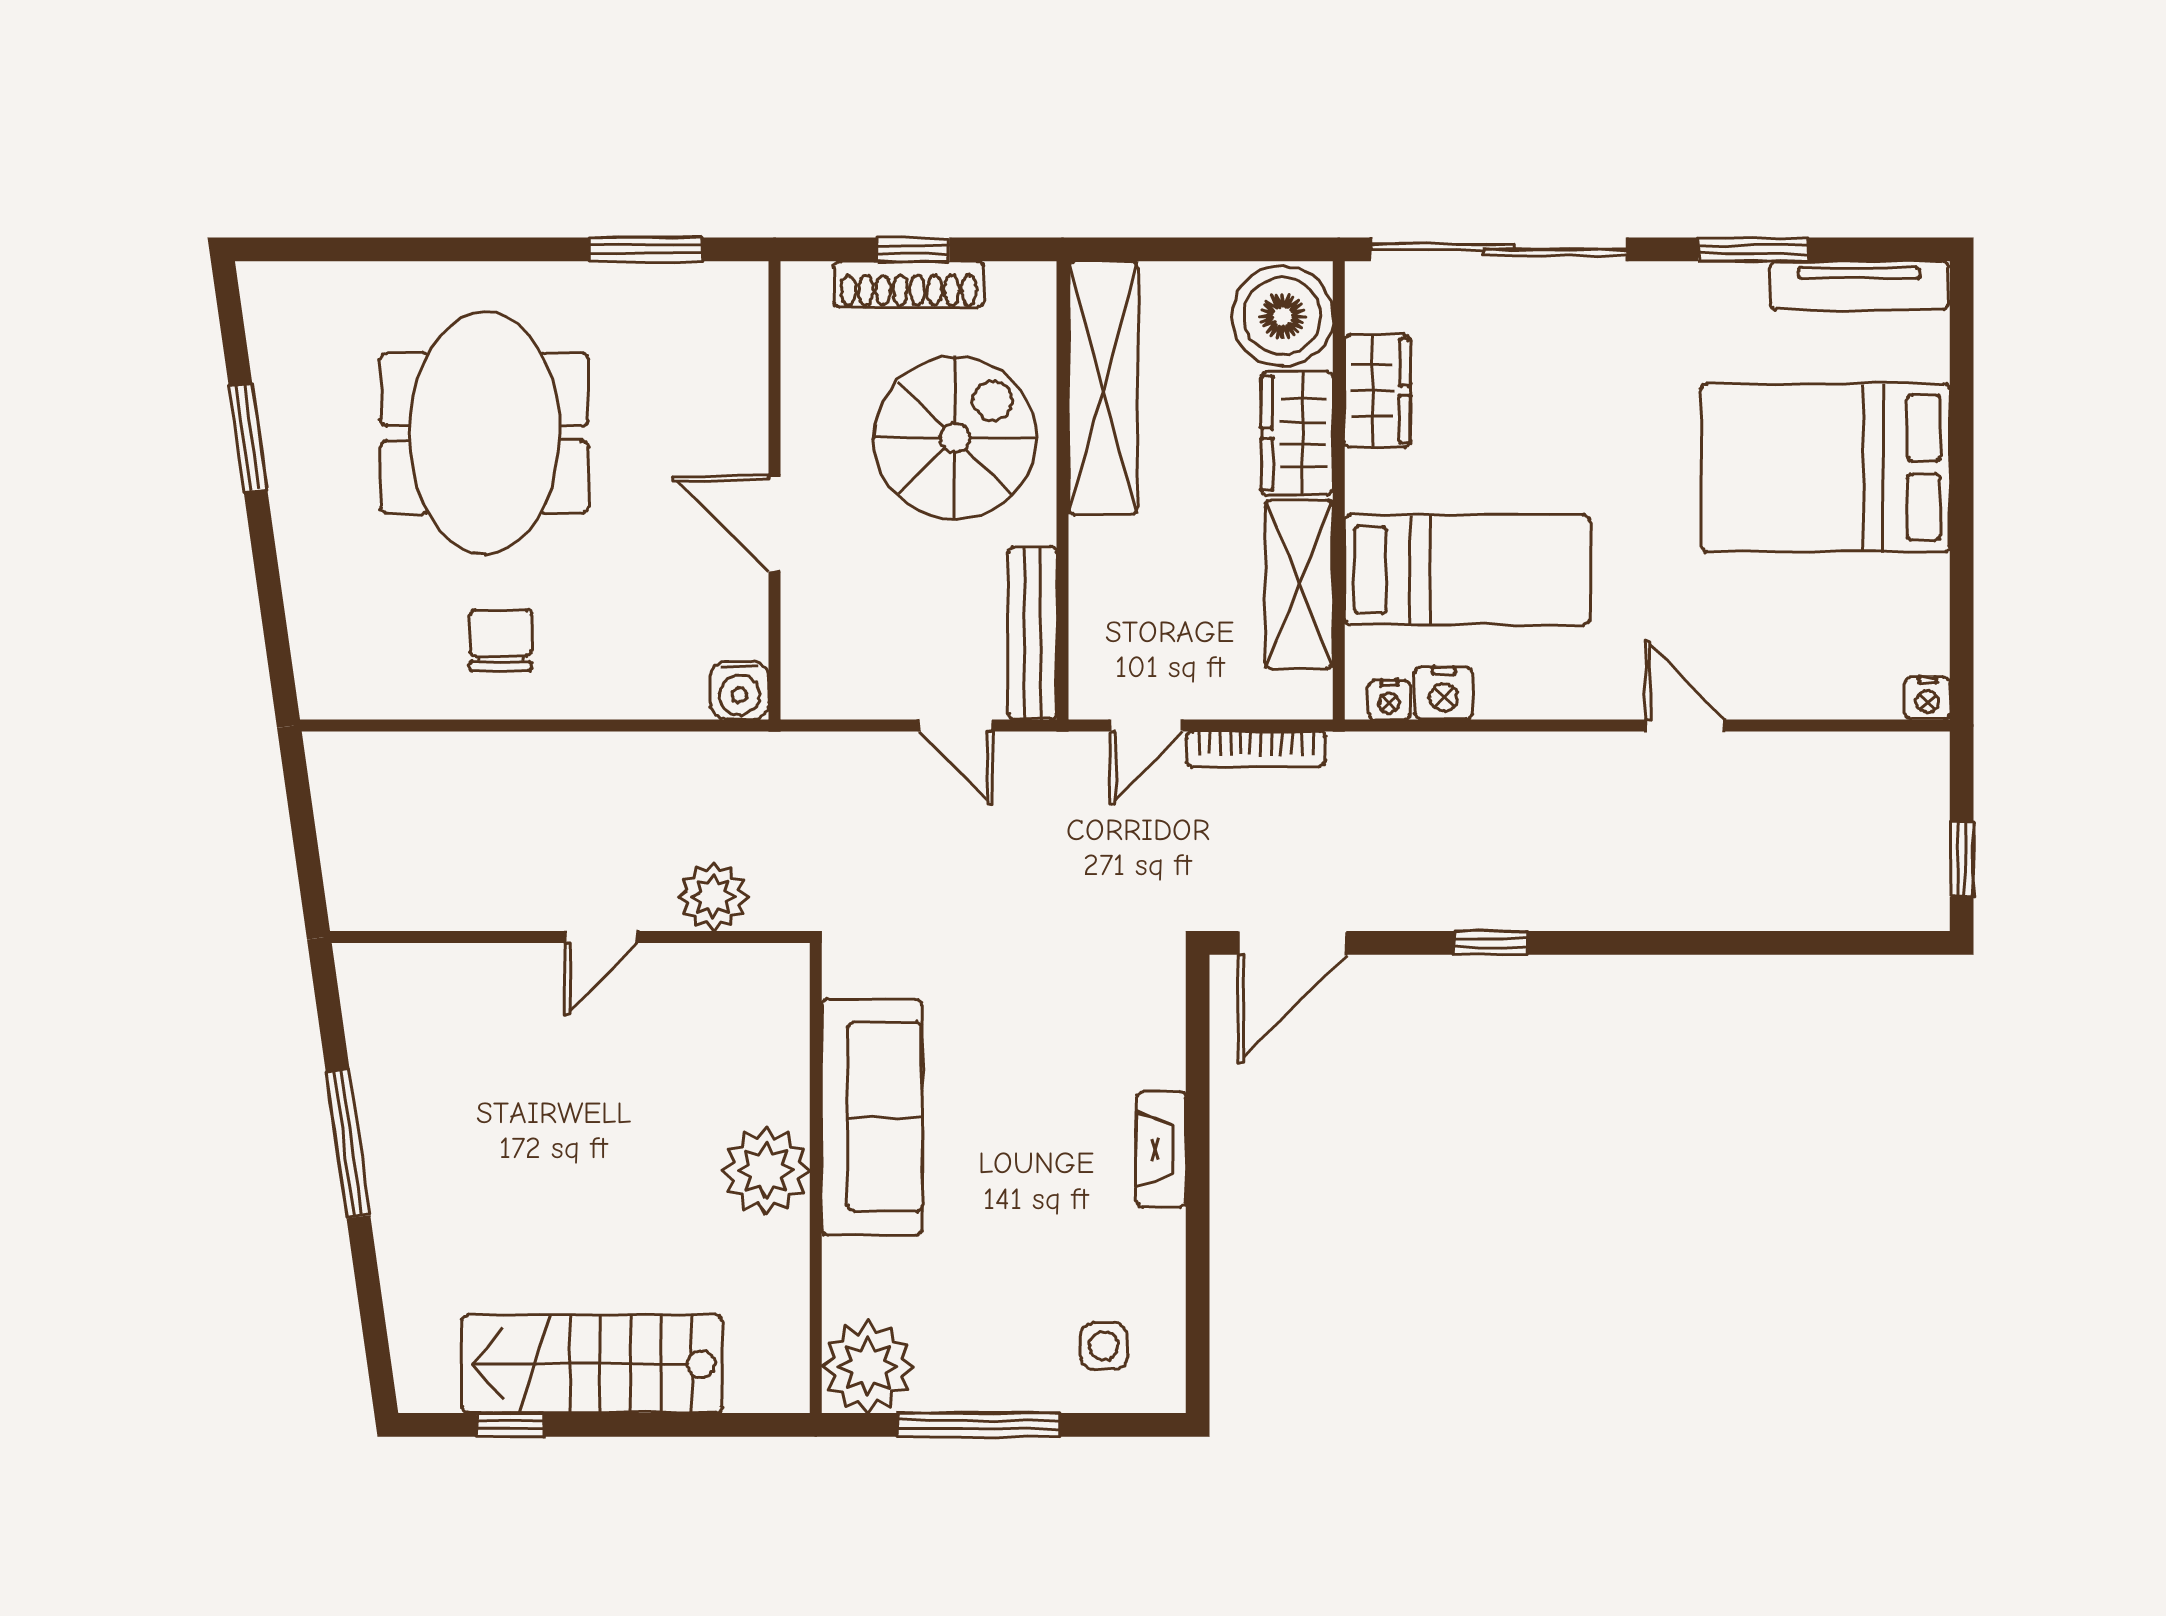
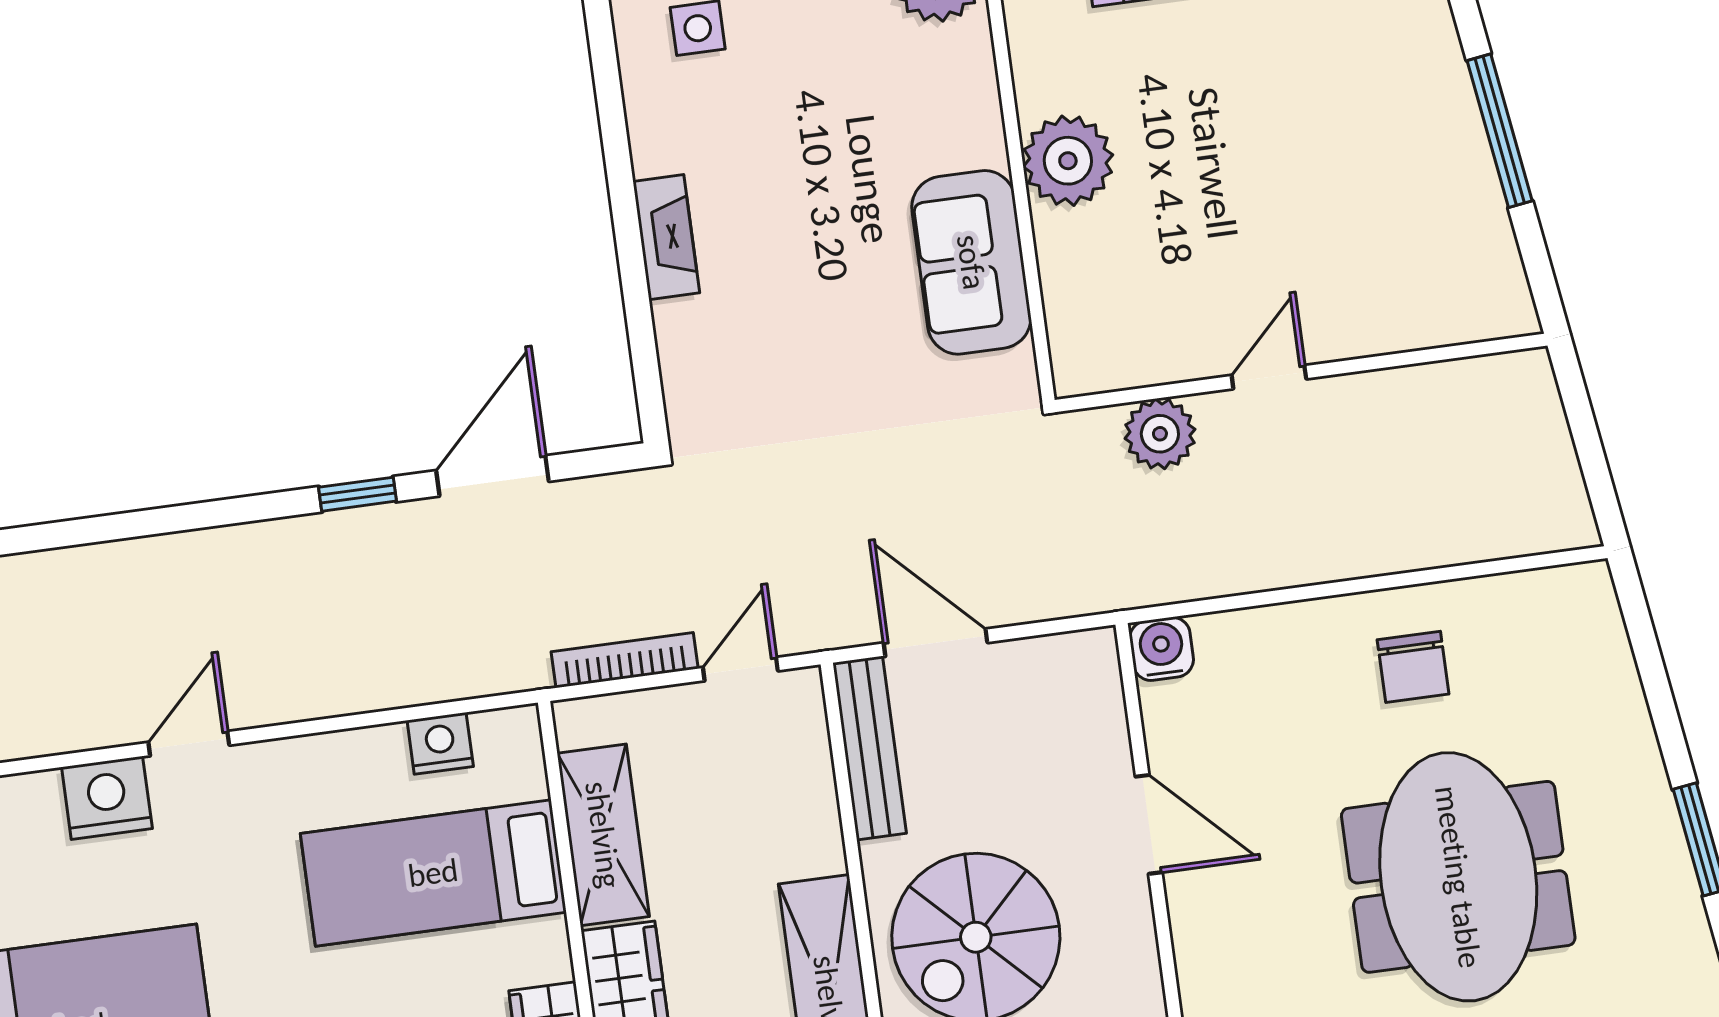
nightstand: (1389, 700) -> (107, 798), moved, width x1.89, depth x1.79
door: (956, 725) -> (935, 643), width x1.38
door: (1685, 725) -> (189, 744), swing flipped
door: (1292, 943) -> (492, 476), moved
sofa: (872, 1117) -> (971, 262), width x0.73

